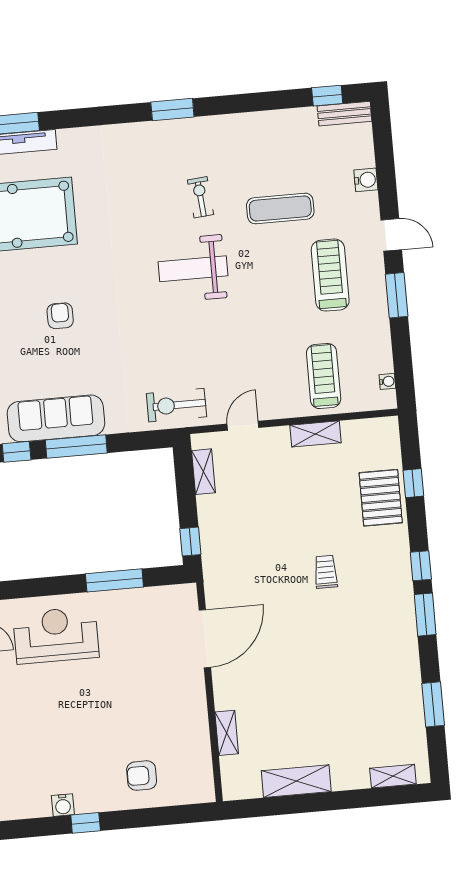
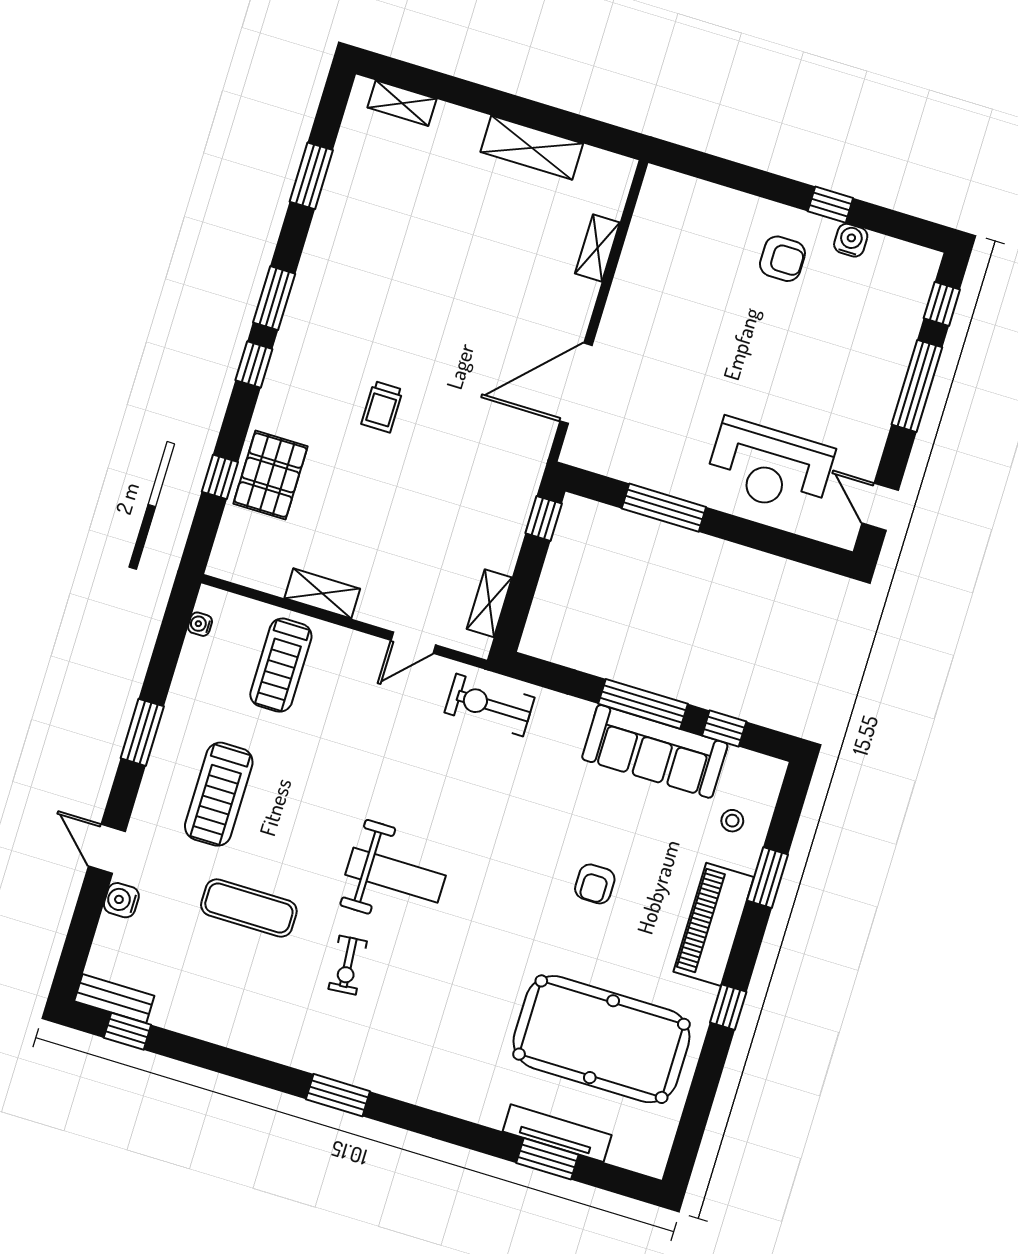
door: (391, 235) -> (107, 849), moved
exercise bike: (176, 405) -> (490, 705), turned 180
armchair: (142, 776) -> (782, 259), moved

